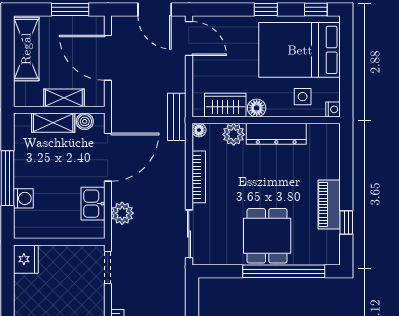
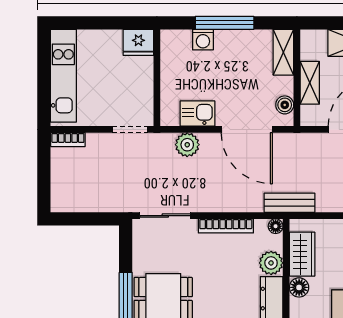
shelving: (53, 123) -> (283, 52), moved

